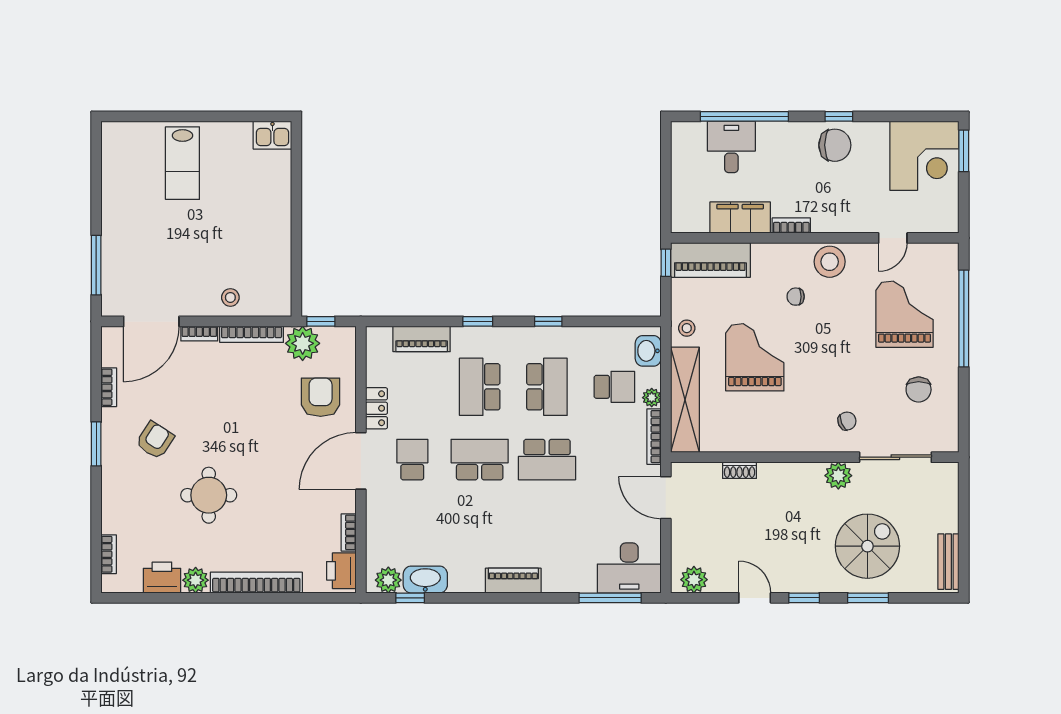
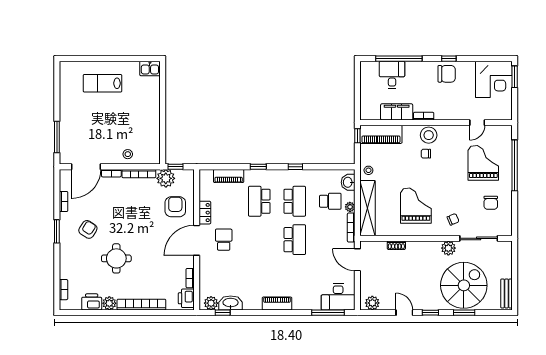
lab bench: (182, 163) -> (102, 83), turned 90
stool: (830, 262) -> (429, 135), moved
grand piano: (755, 357) -> (416, 206), moved
school desk: (480, 460) -> (259, 240), removed
school desk: (547, 460) -> (295, 240), turned -90
spiral stairs: (867, 546) -> (464, 285), width x1.37, depth x1.37

